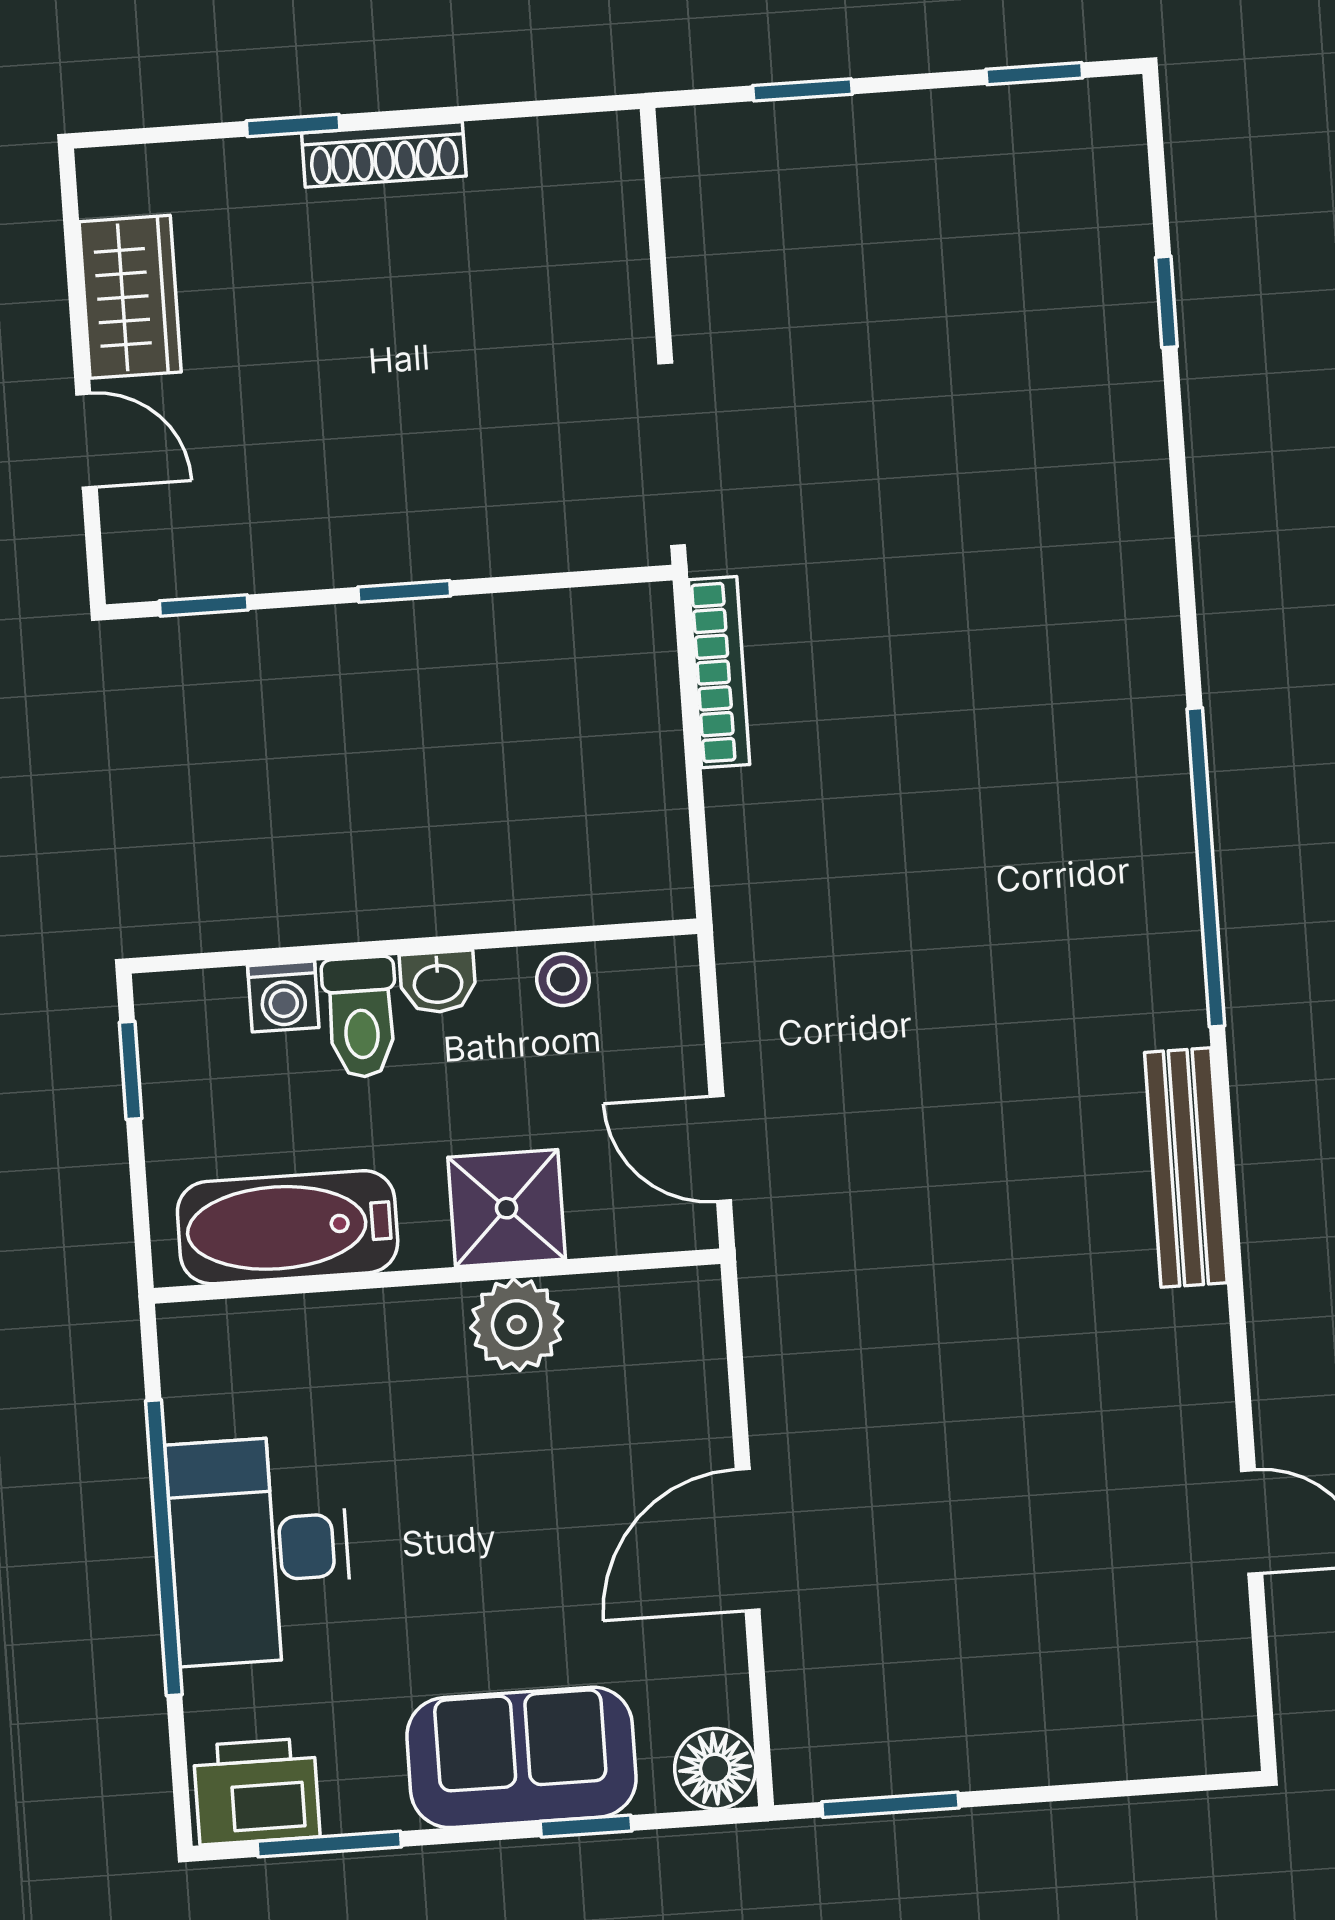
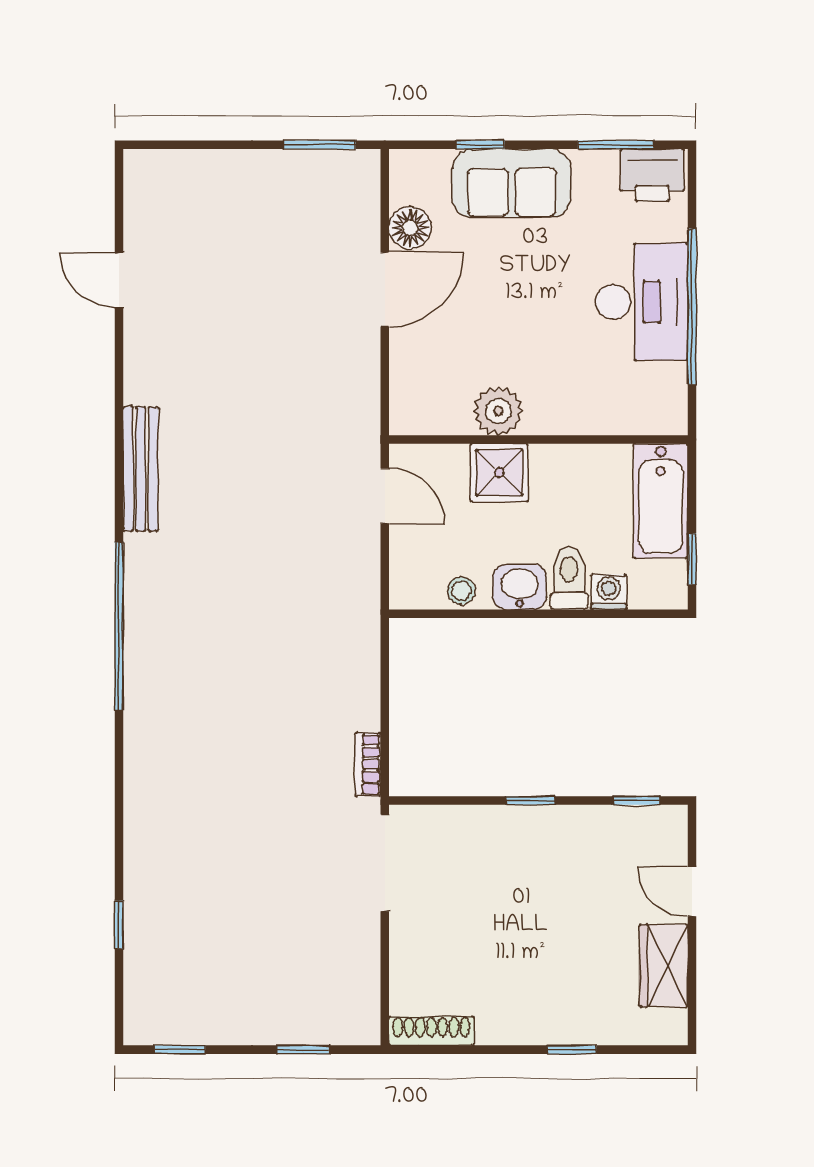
shoe rack: (384, 154) -> (431, 1031), moved
bookcase: (719, 672) -> (368, 764), width x0.64
washbasin: (438, 982) -> (520, 587), width x1.38, depth x1.45
bathtub: (288, 1227) -> (661, 501), moved, turned 90
floor lamp: (715, 1769) -> (410, 228), moved

